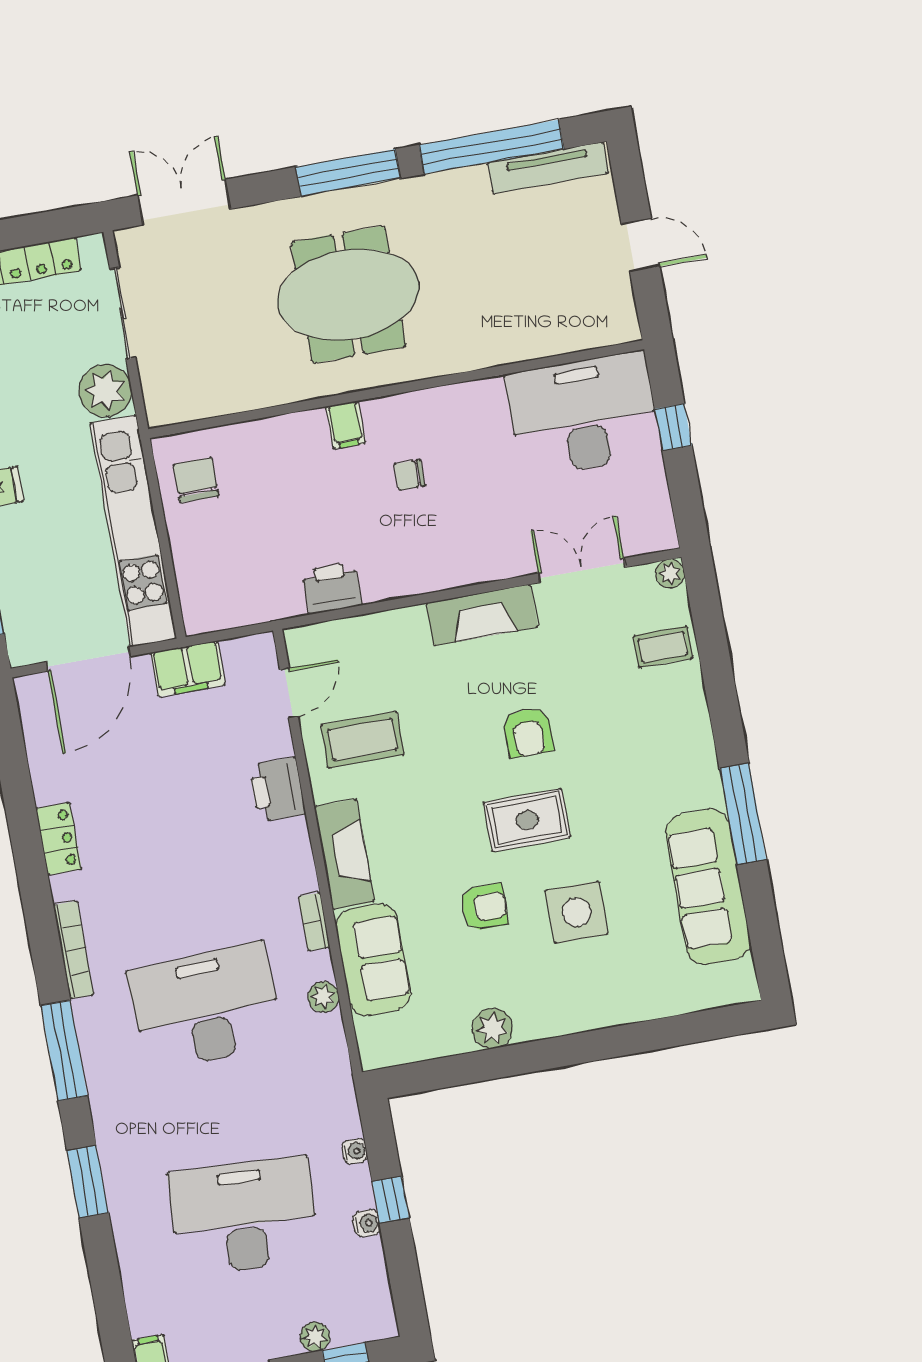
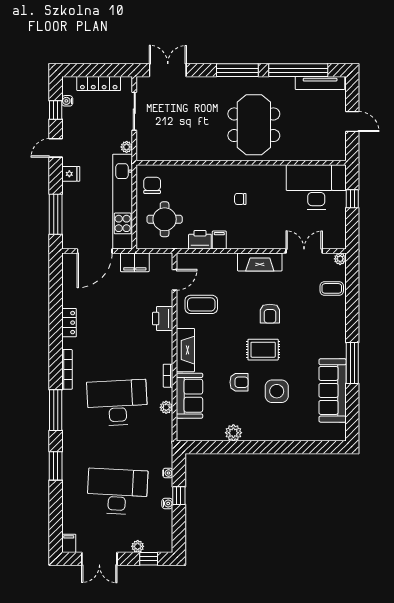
meeting table: (348, 295) -> (254, 125), moved, turned 90
plant: (105, 391) -> (127, 147), width x0.53, depth x0.53
filing cabinet: (346, 425) -> (219, 240), moved, turned 180
round table: (240, 555) -> (165, 219), added

